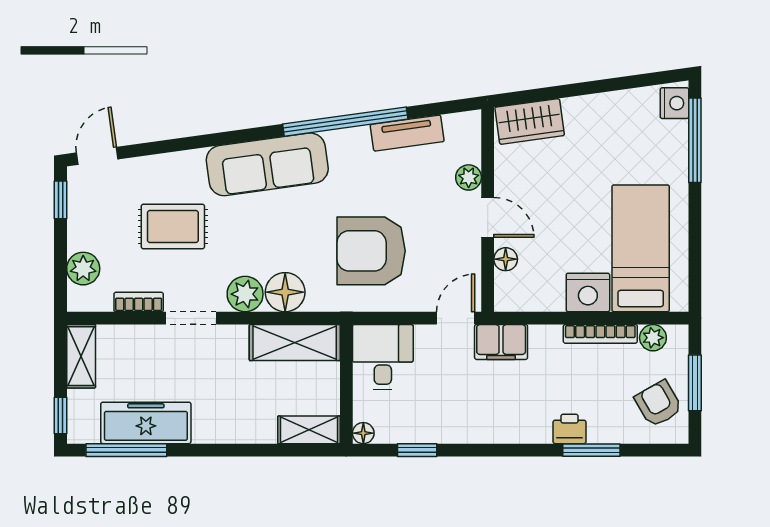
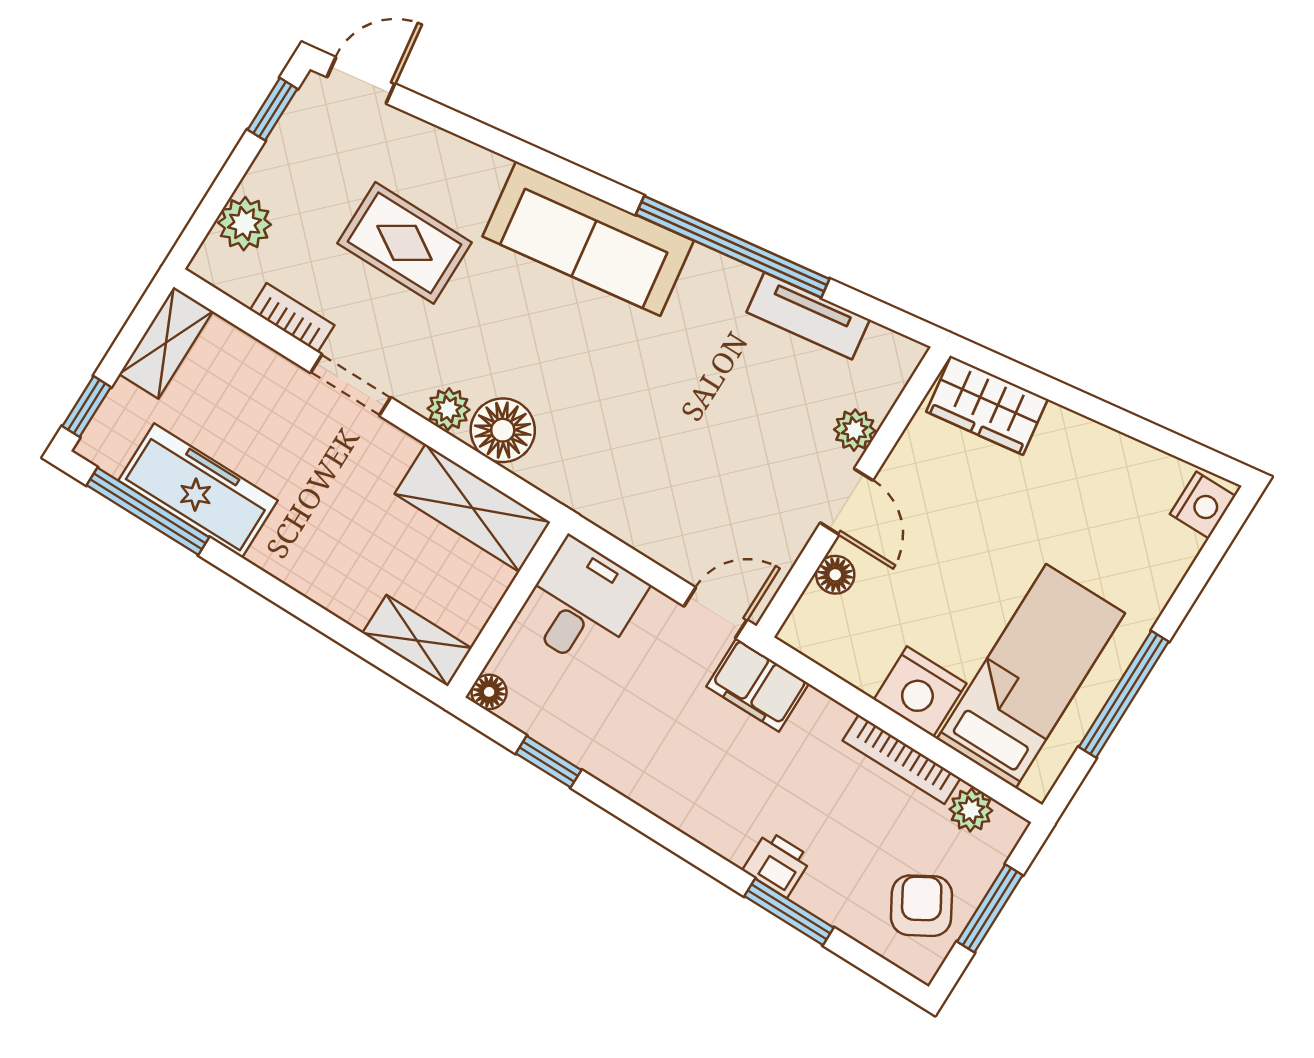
window: (695, 140) -> (1124, 694), moved
armchair: (371, 251) -> (657, 447), removed
plant: (245, 294) -> (448, 409), width x0.73, depth x0.73

